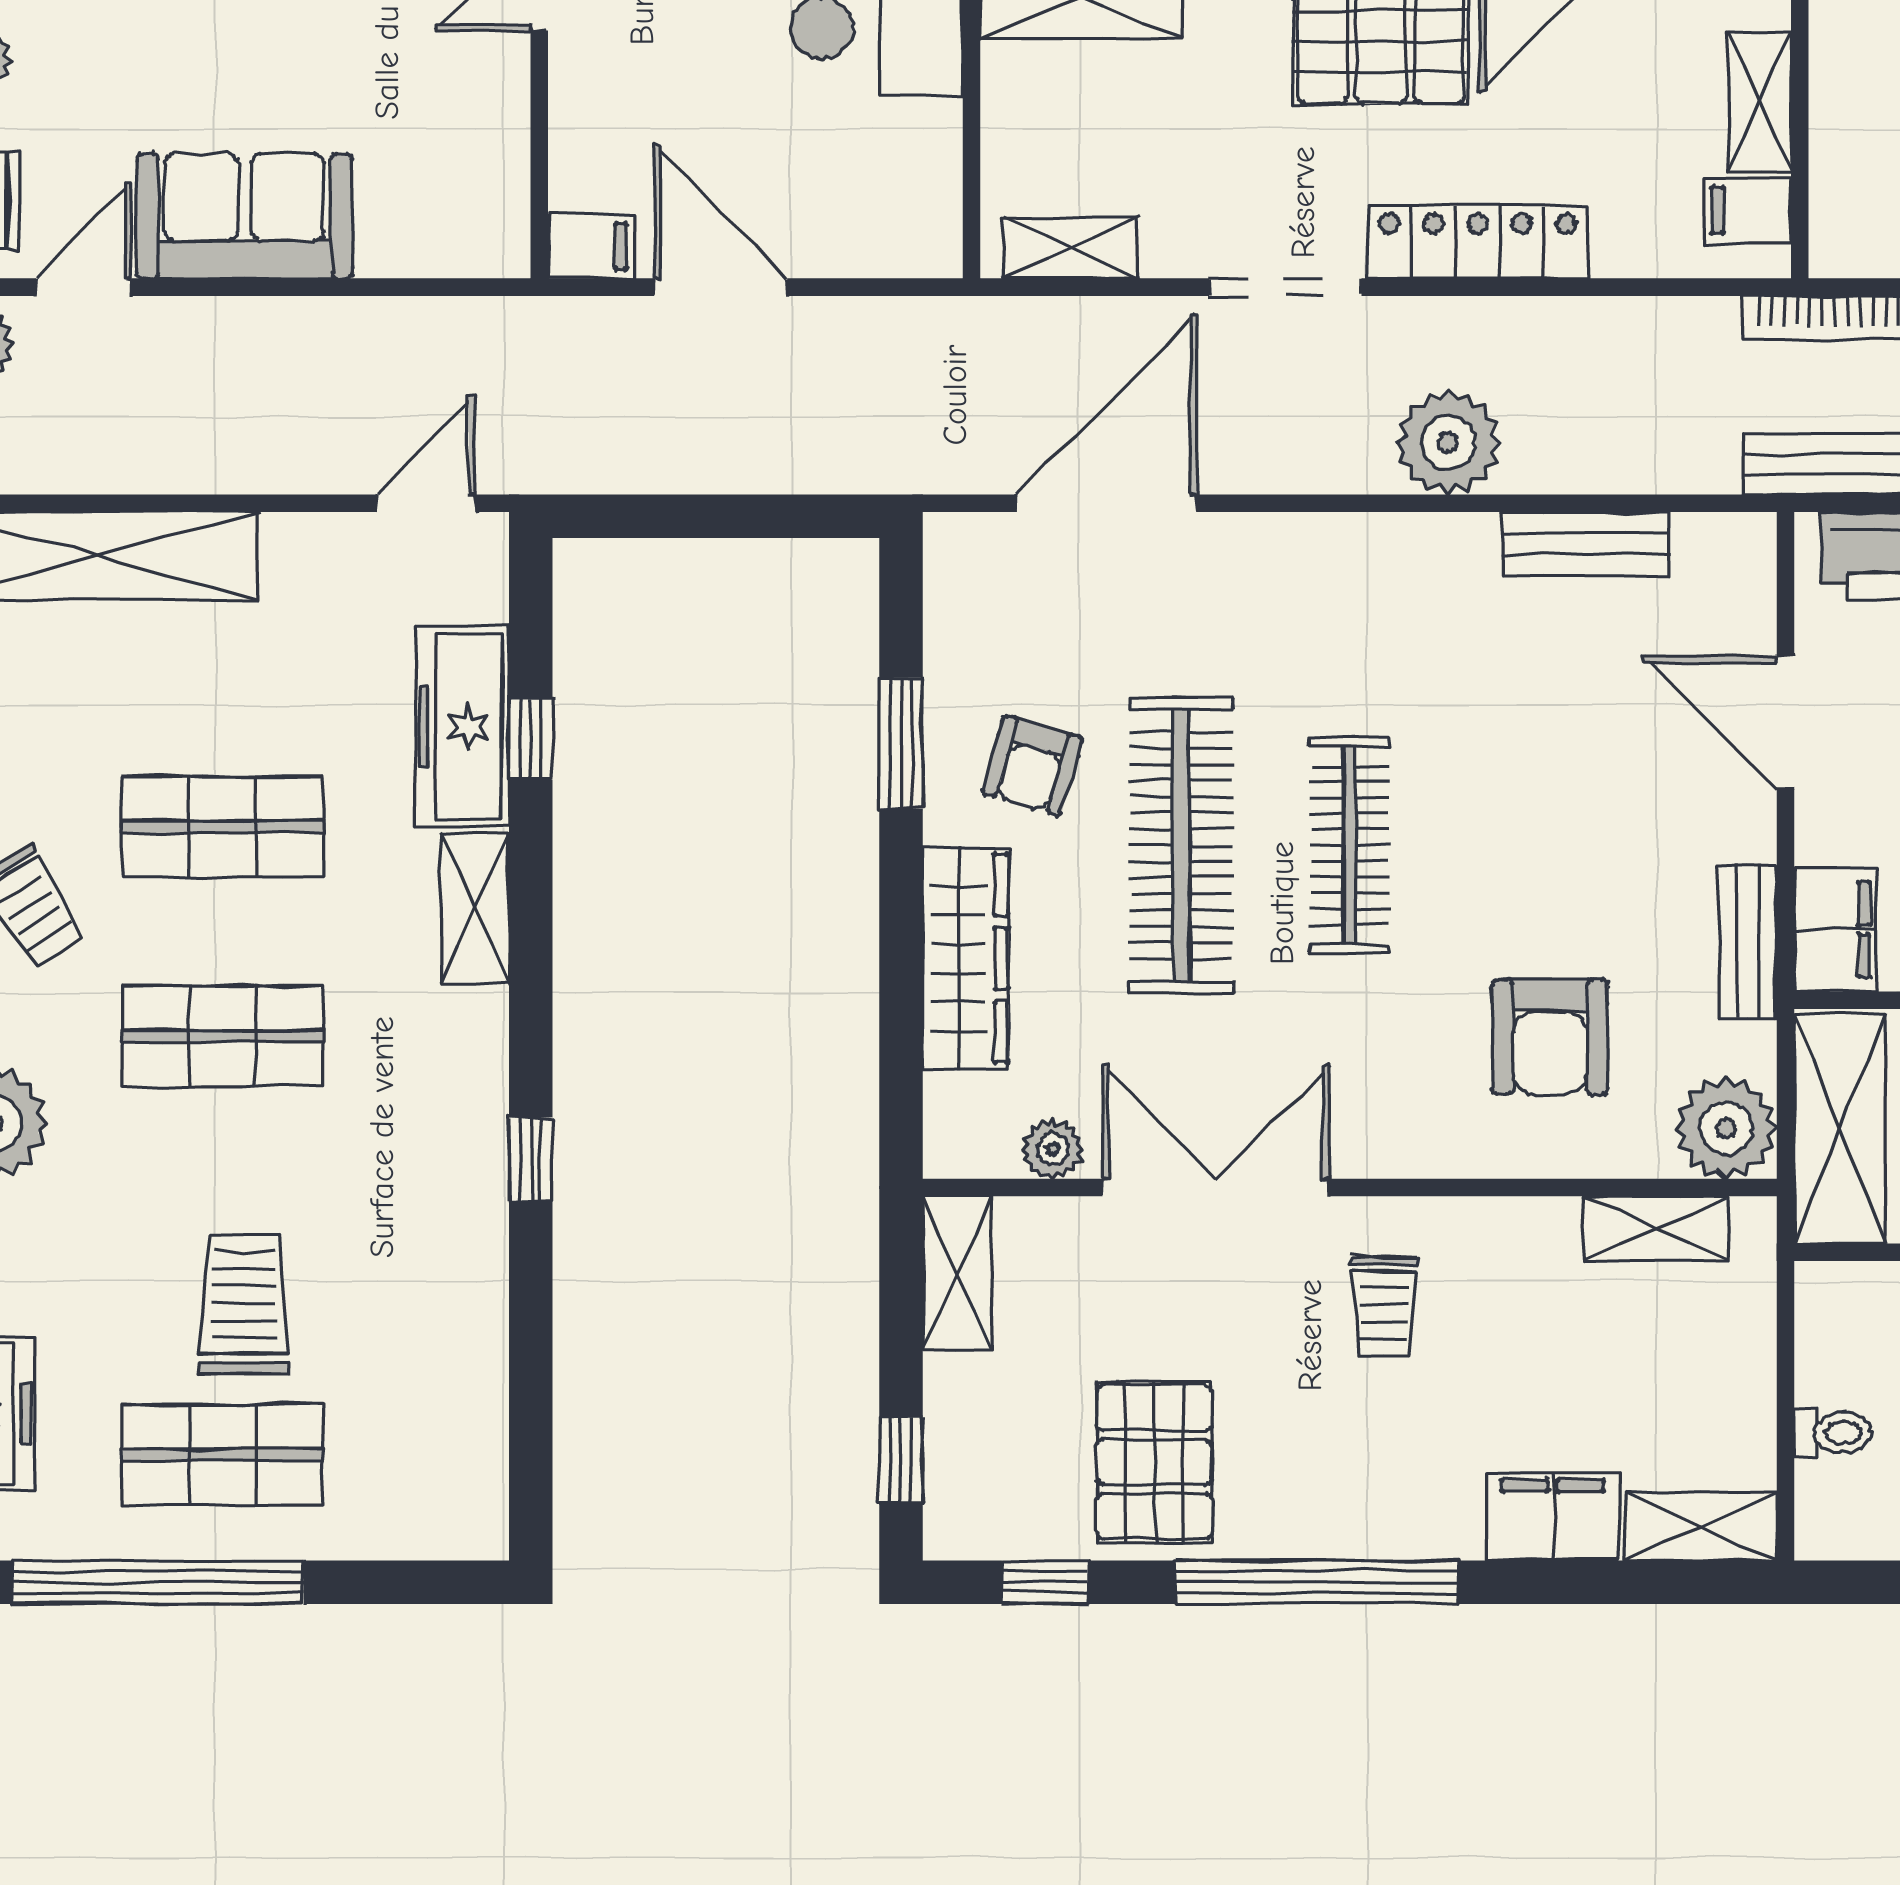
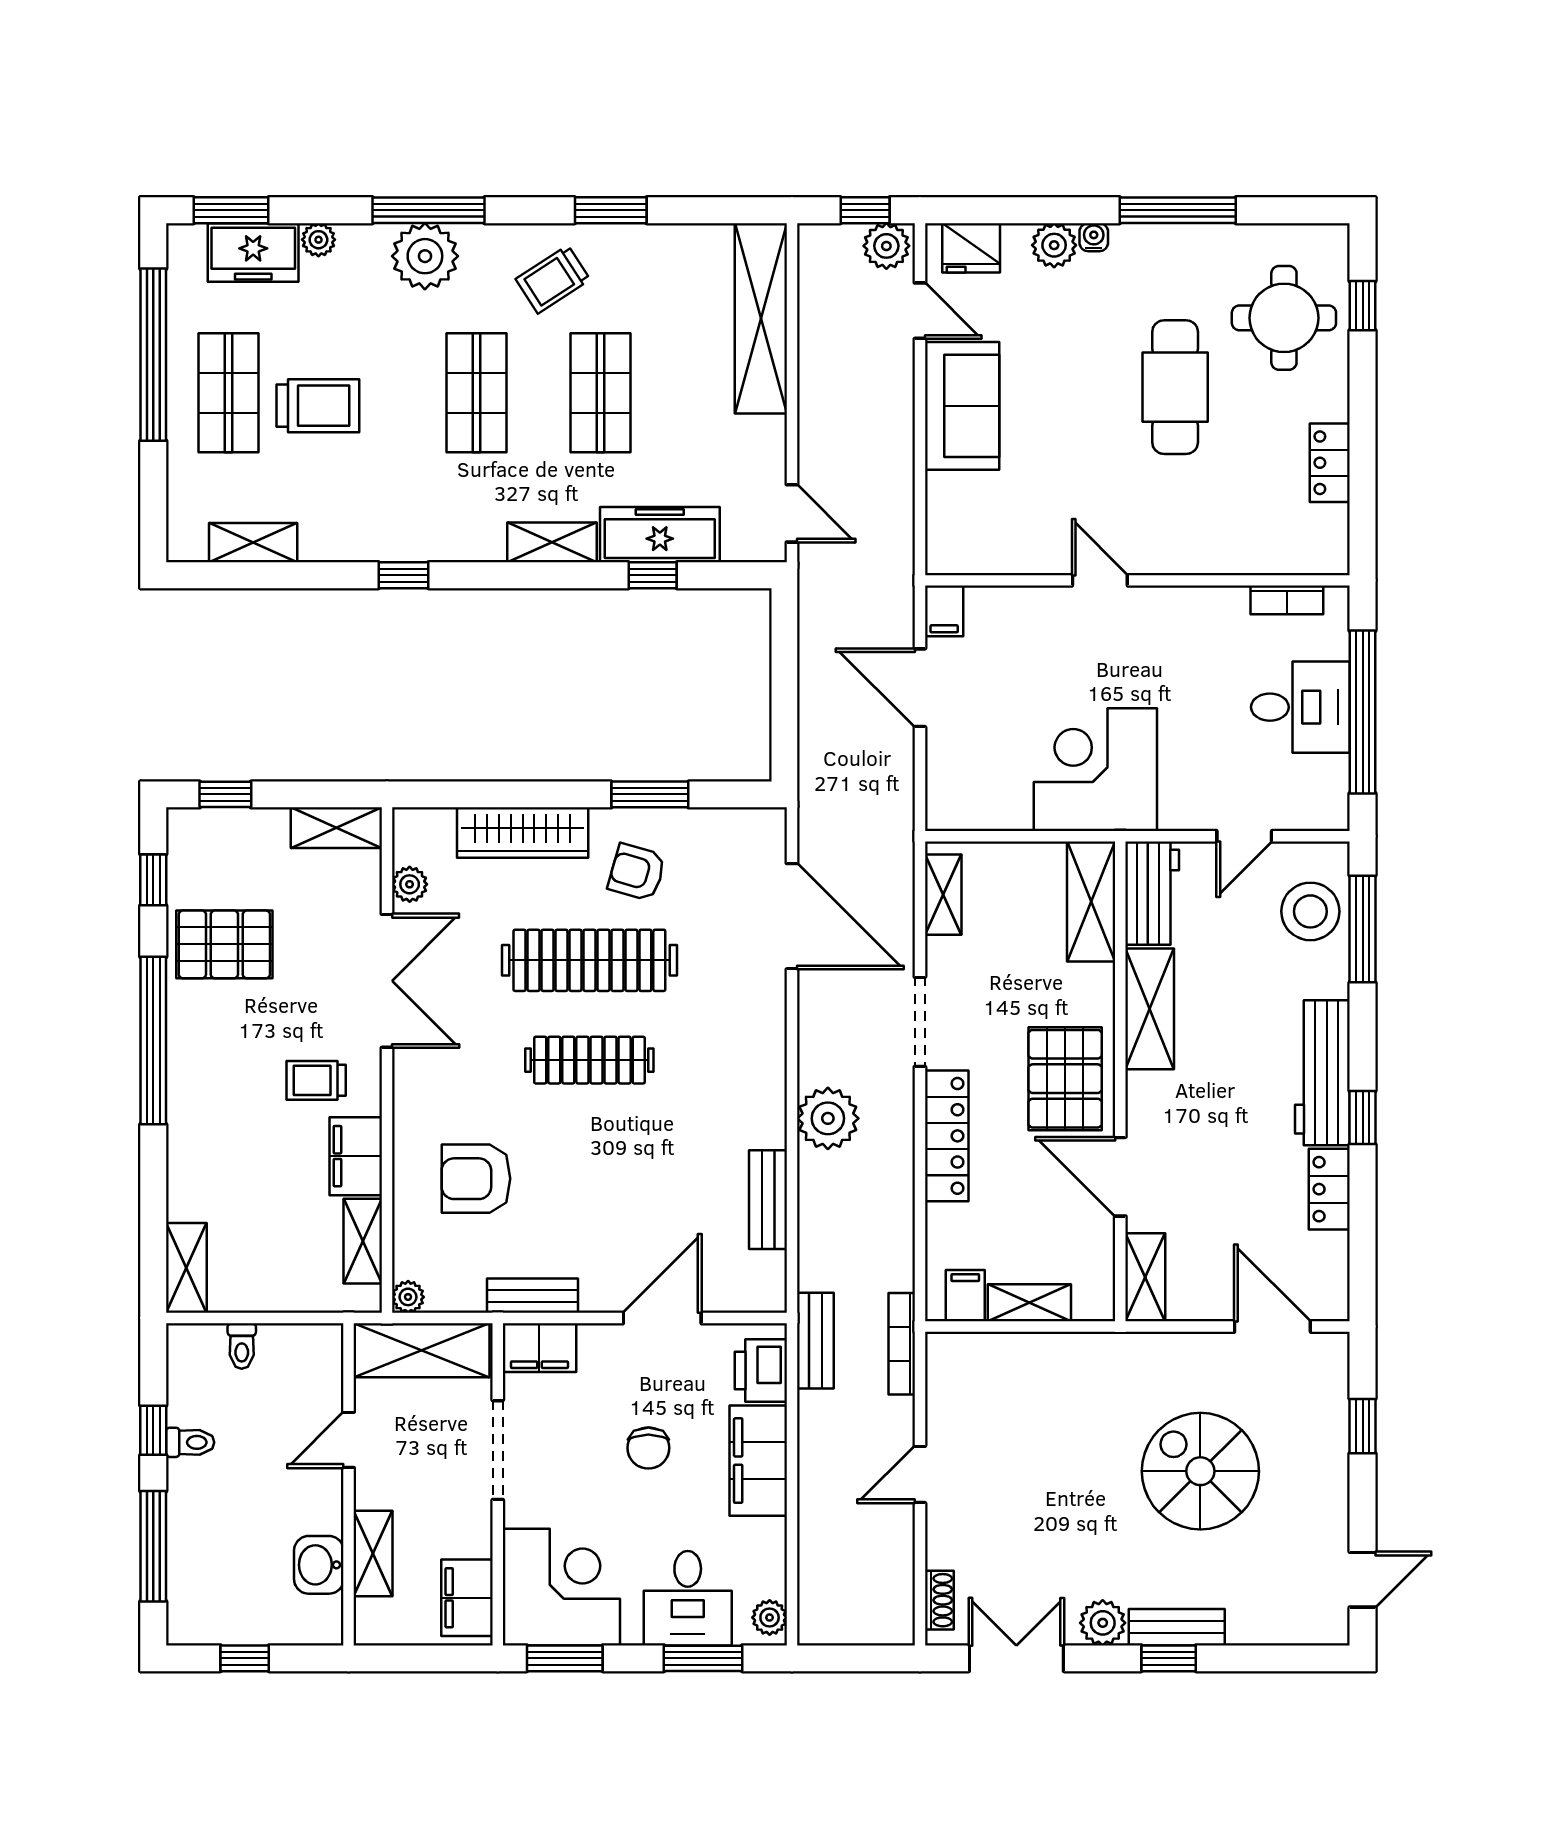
door: (721, 287) -> (920, 688), swing flipped
plant: (1726, 1128) -> (408, 1297), width x0.53, depth x0.53
shelving: (476, 1413) -> (253, 543), added
filing cabinet: (1553, 1517) -> (356, 1156), moved, turned 180

